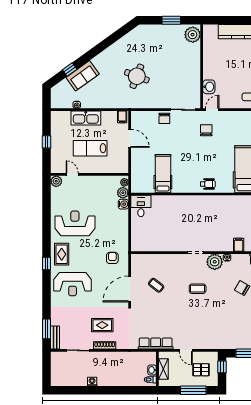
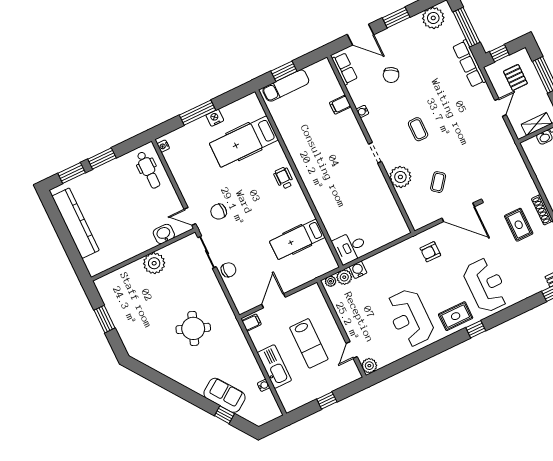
plant: (193, 35) -> (154, 263), moved
plant: (215, 262) -> (400, 177), moved
row of seats: (156, 344) -> (469, 64), moved

